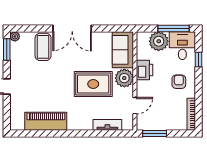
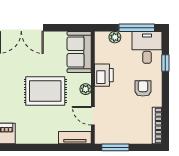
plant: (159, 41) -> (115, 37), width x0.53, depth x0.53
plant: (124, 78) -> (86, 89), width x0.53, depth x0.53
door: (135, 106) -> (93, 116), swing flipped
tv unit: (107, 125) -> (75, 138), moved

